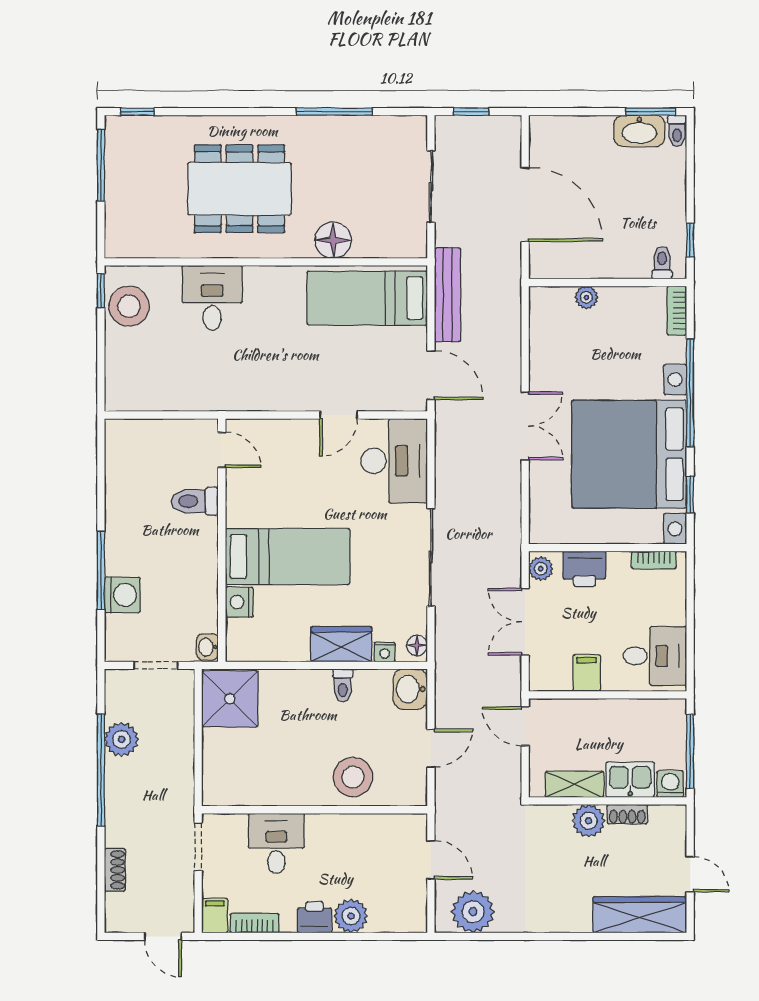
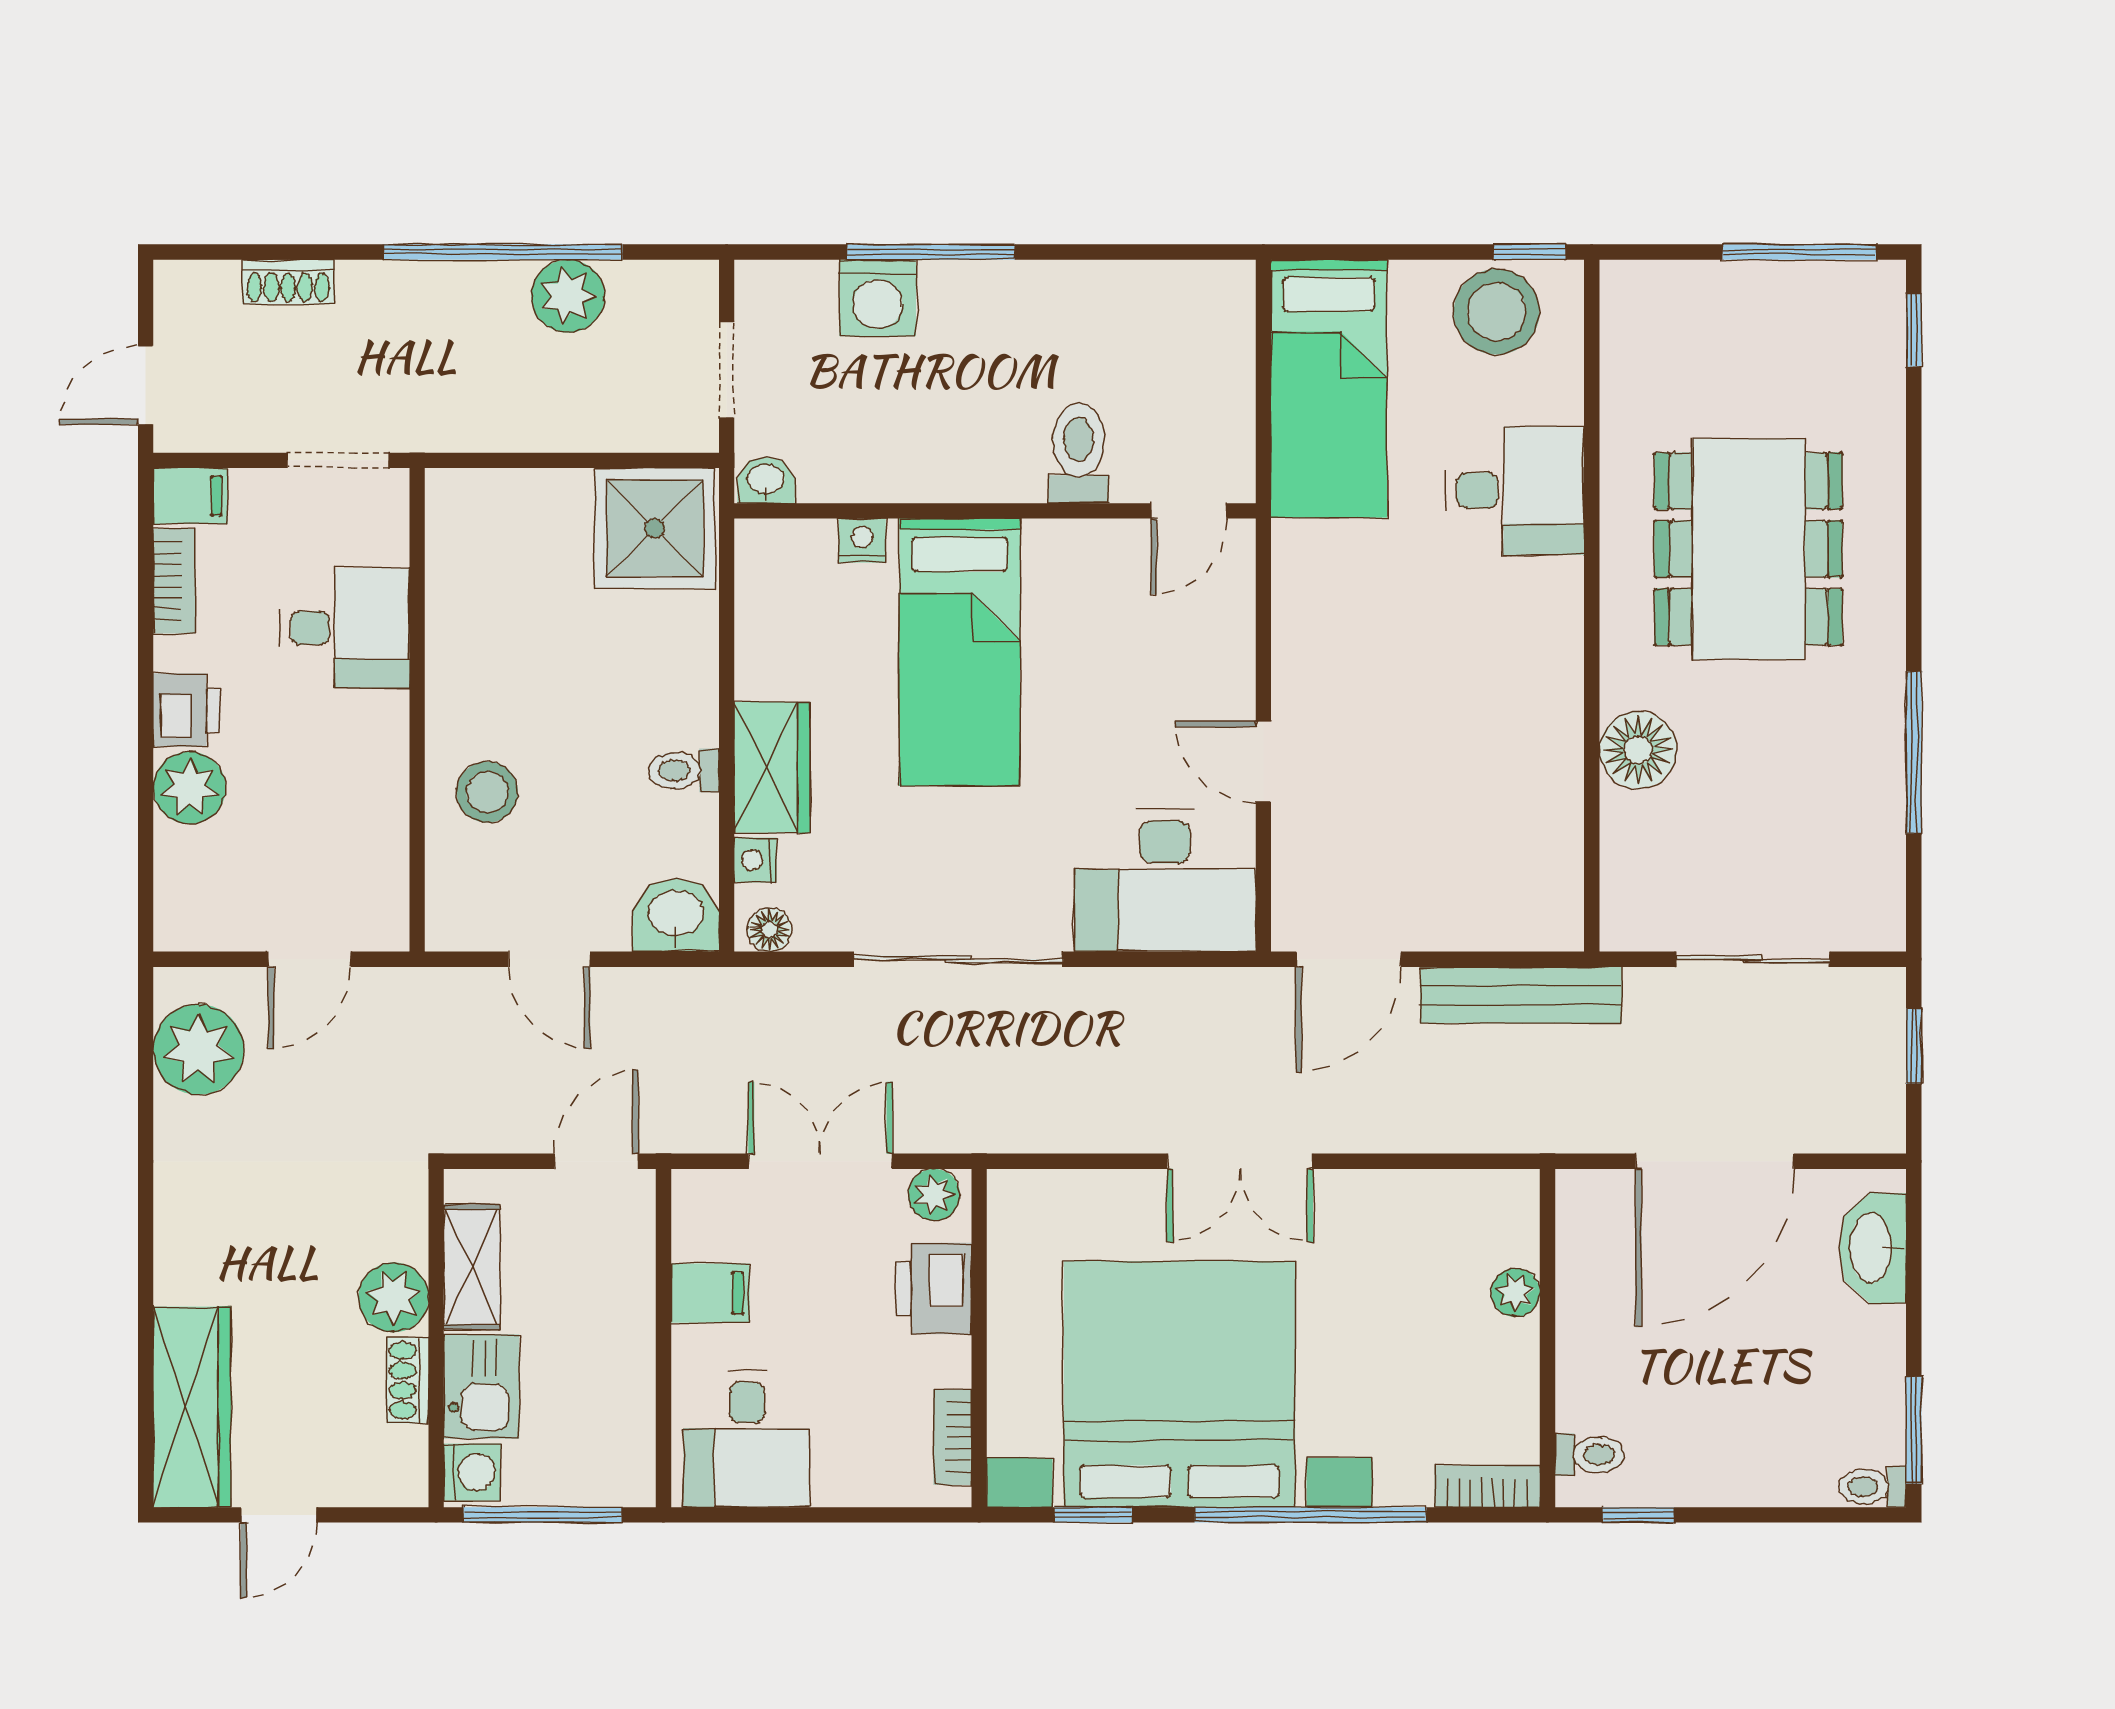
washbasin: (639, 131) -> (1873, 1248), moved
bed: (367, 298) -> (1329, 388), moved, turned 180
nightstand: (239, 602) -> (862, 541), width x0.72, depth x0.74
stool: (353, 777) -> (487, 792), width x0.73, depth x0.73

